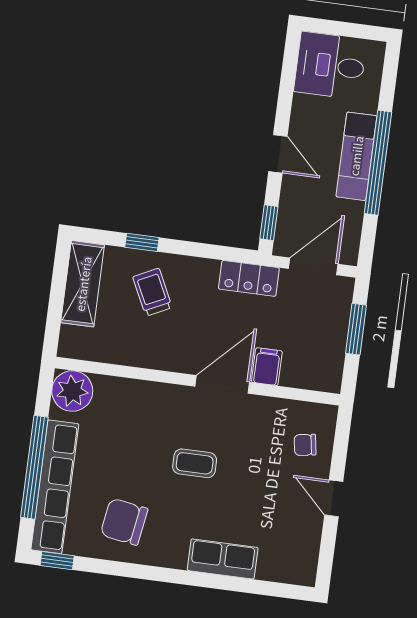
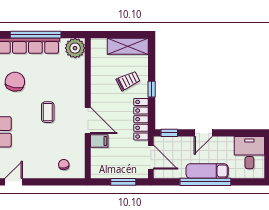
window: (142, 242) -> (152, 89), moved
locker: (249, 278) -> (141, 119), width x1.53
door: (334, 498) -> (14, 182), moved

